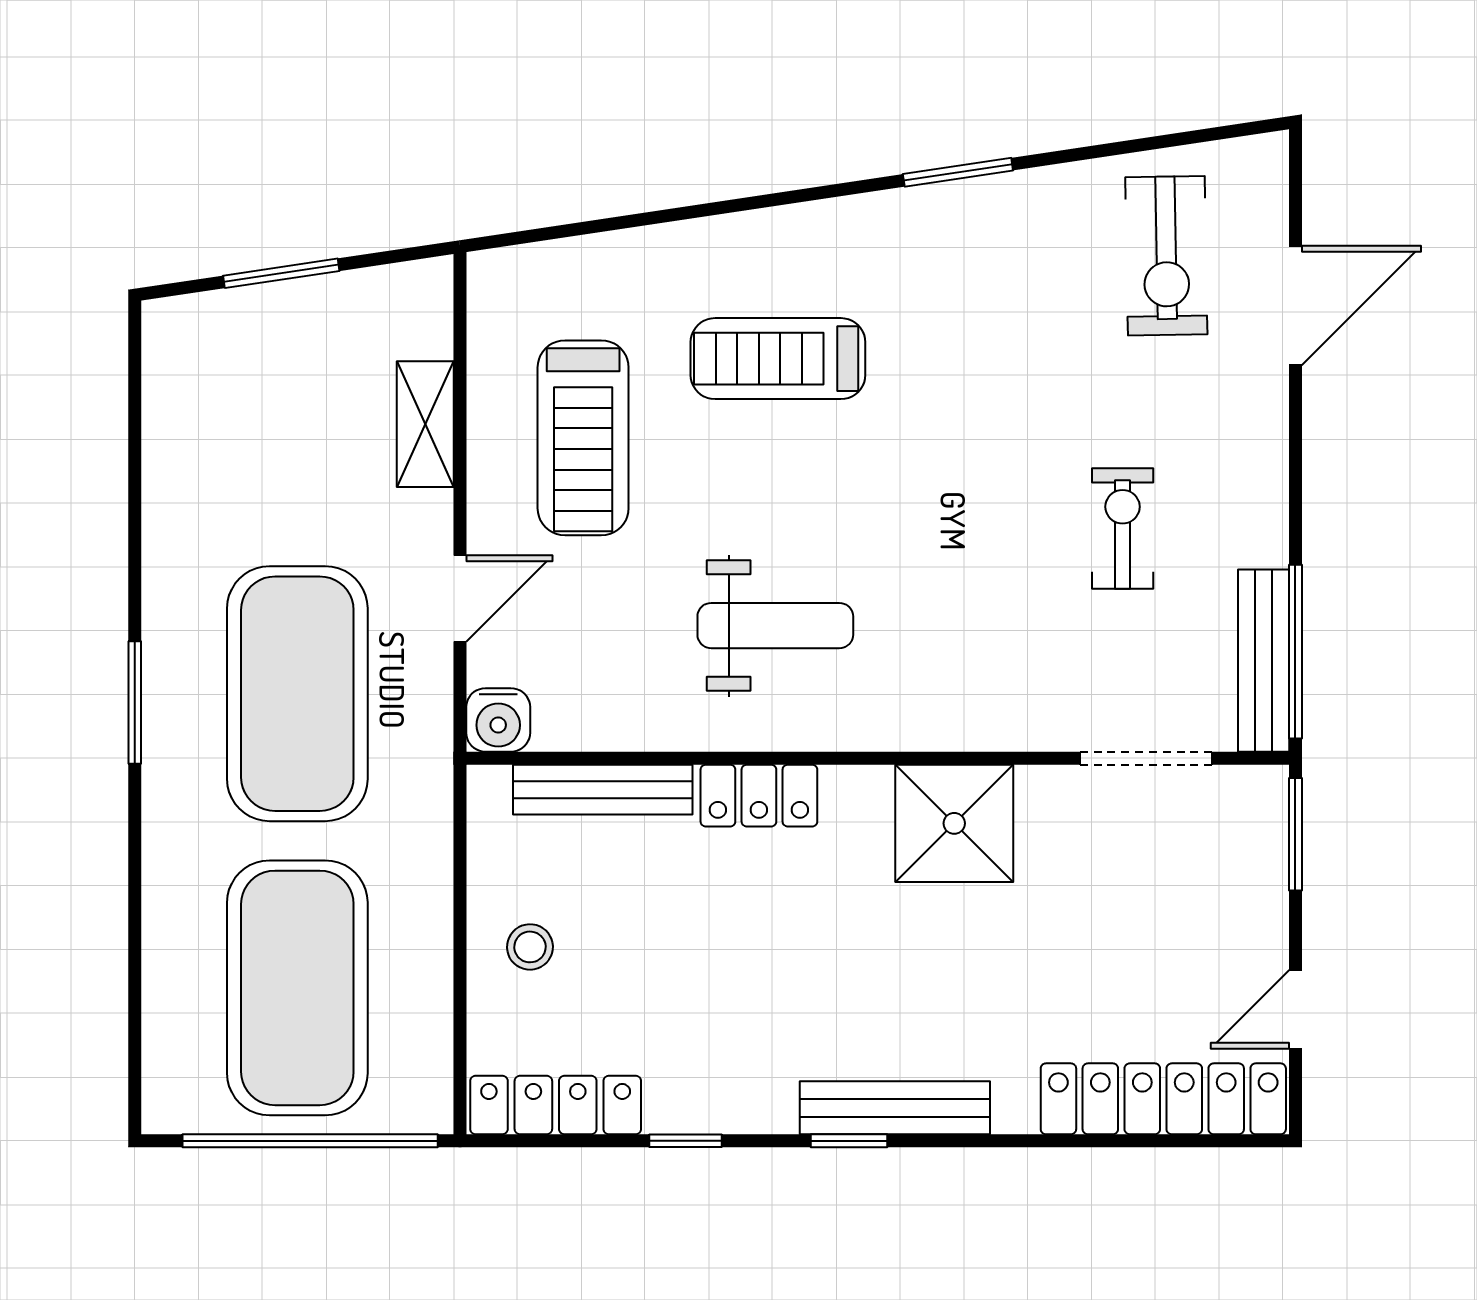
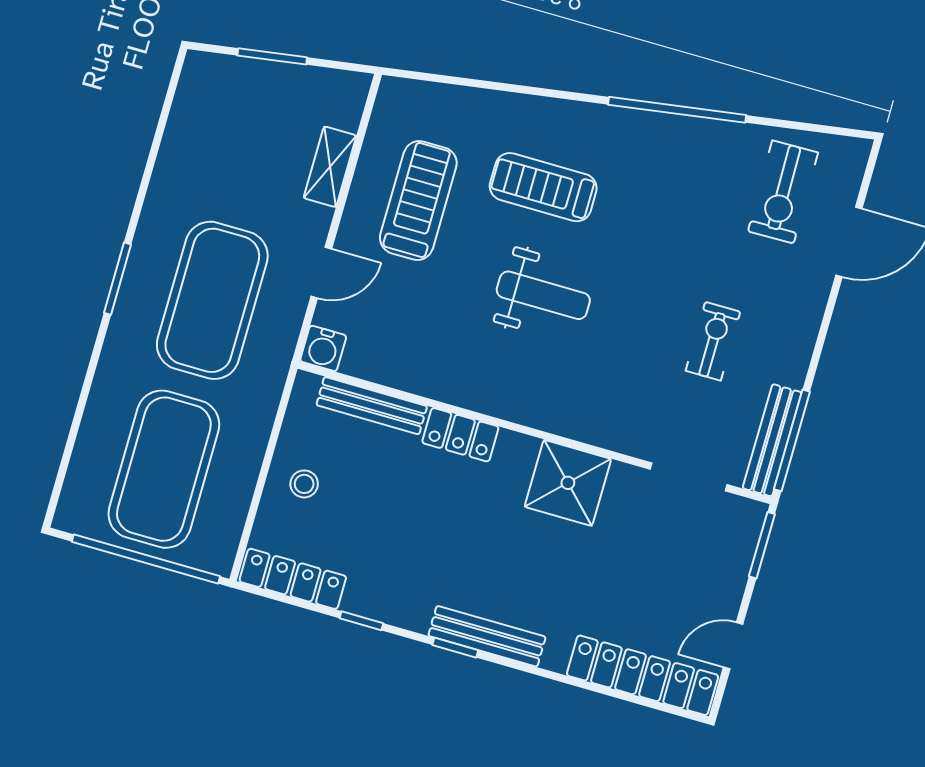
window: (958, 172) -> (677, 110), width x2.11
treadmill: (583, 438) -> (418, 201), turned 180
weight bench: (775, 626) -> (543, 295), moved

